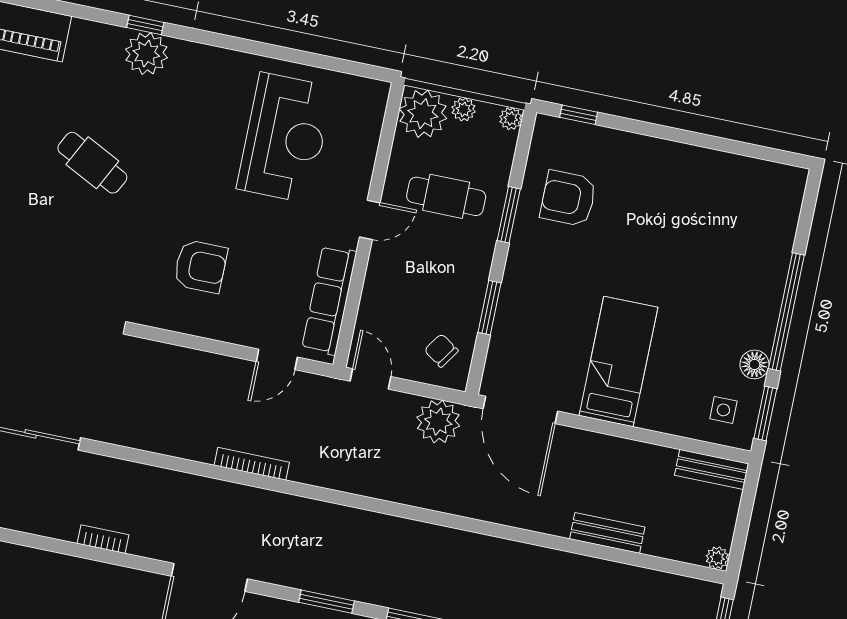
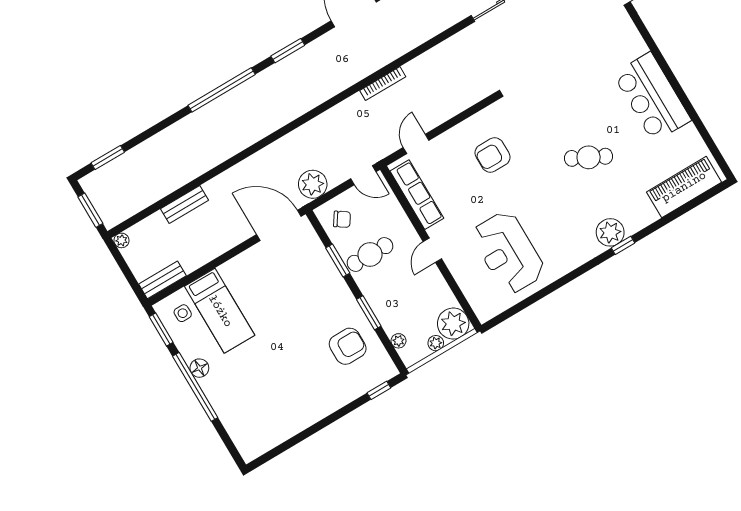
plant: (511, 119) -> (399, 341), moved
cafe table: (446, 196) -> (370, 254), moved
bed: (618, 361) -> (220, 311), moved
floor lamp: (754, 364) -> (199, 368), moved

